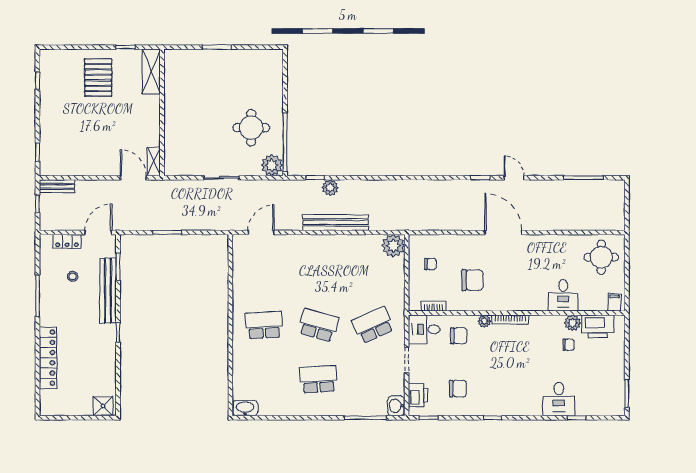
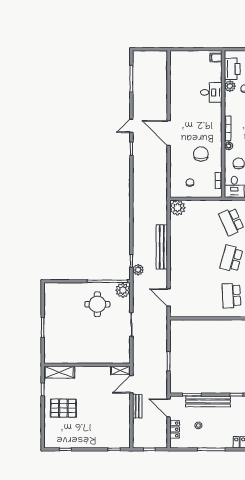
bench: (57, 186) -> (137, 406), moved
plant: (330, 188) -> (138, 270), moved
door: (503, 232) -> (169, 133), hinge flipped
round table: (601, 257) -> (185, 67), removed

